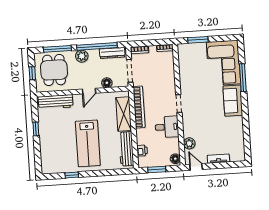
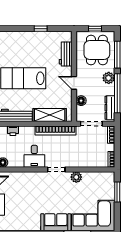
dining table: (54, 70) -> (97, 50), turned 90
workbench: (56, 102) -> (66, 54), width x0.73
plant: (189, 143) -> (76, 177), moved

